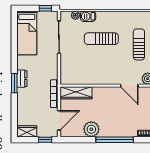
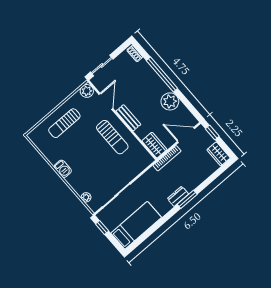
barbecue: (88, 16) -> (63, 169), moved
sun lounger: (101, 39) -> (112, 137), moved
bench: (105, 91) -> (128, 118), added
wardrobe: (76, 93) -> (154, 145), width x0.67

